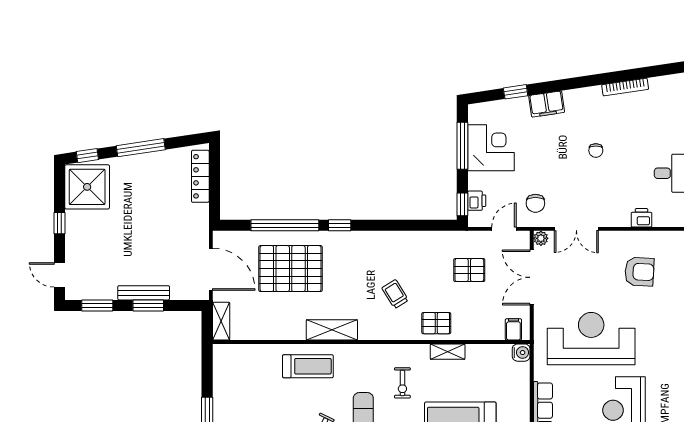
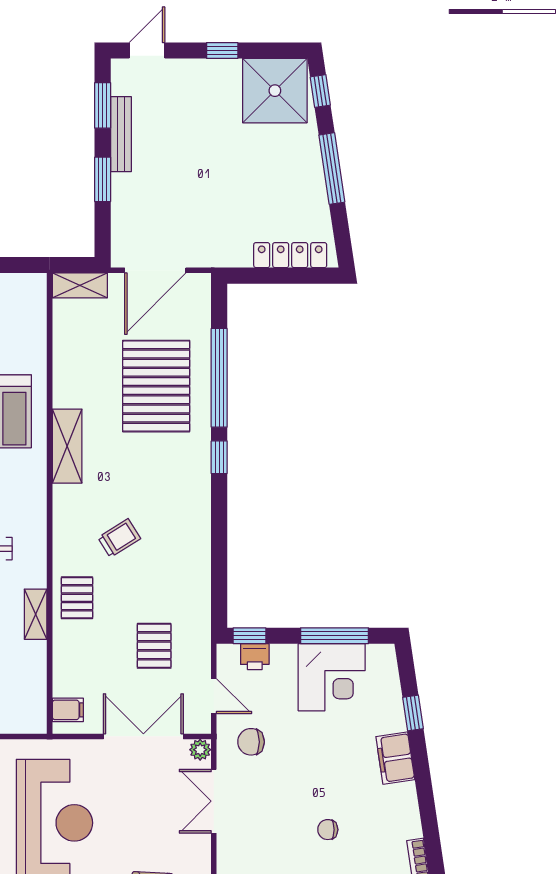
bench: (144, 293) -> (121, 134), moved
water cooler: (521, 353) -> (34, 721), removed

